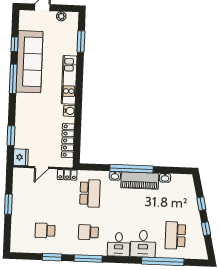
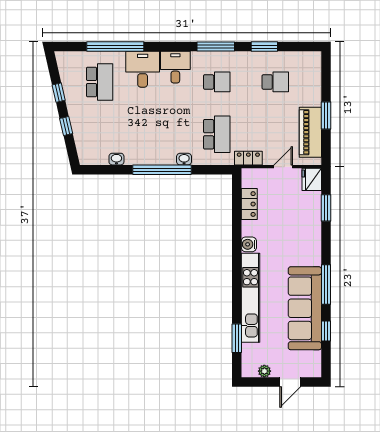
kitchen unit: (69, 80) -> (251, 298), width x1.36
locker: (68, 141) -> (249, 204), width x0.66
piano: (140, 181) -> (310, 132), moved, turned -90
school desk: (90, 193) -> (217, 134), turned 180

